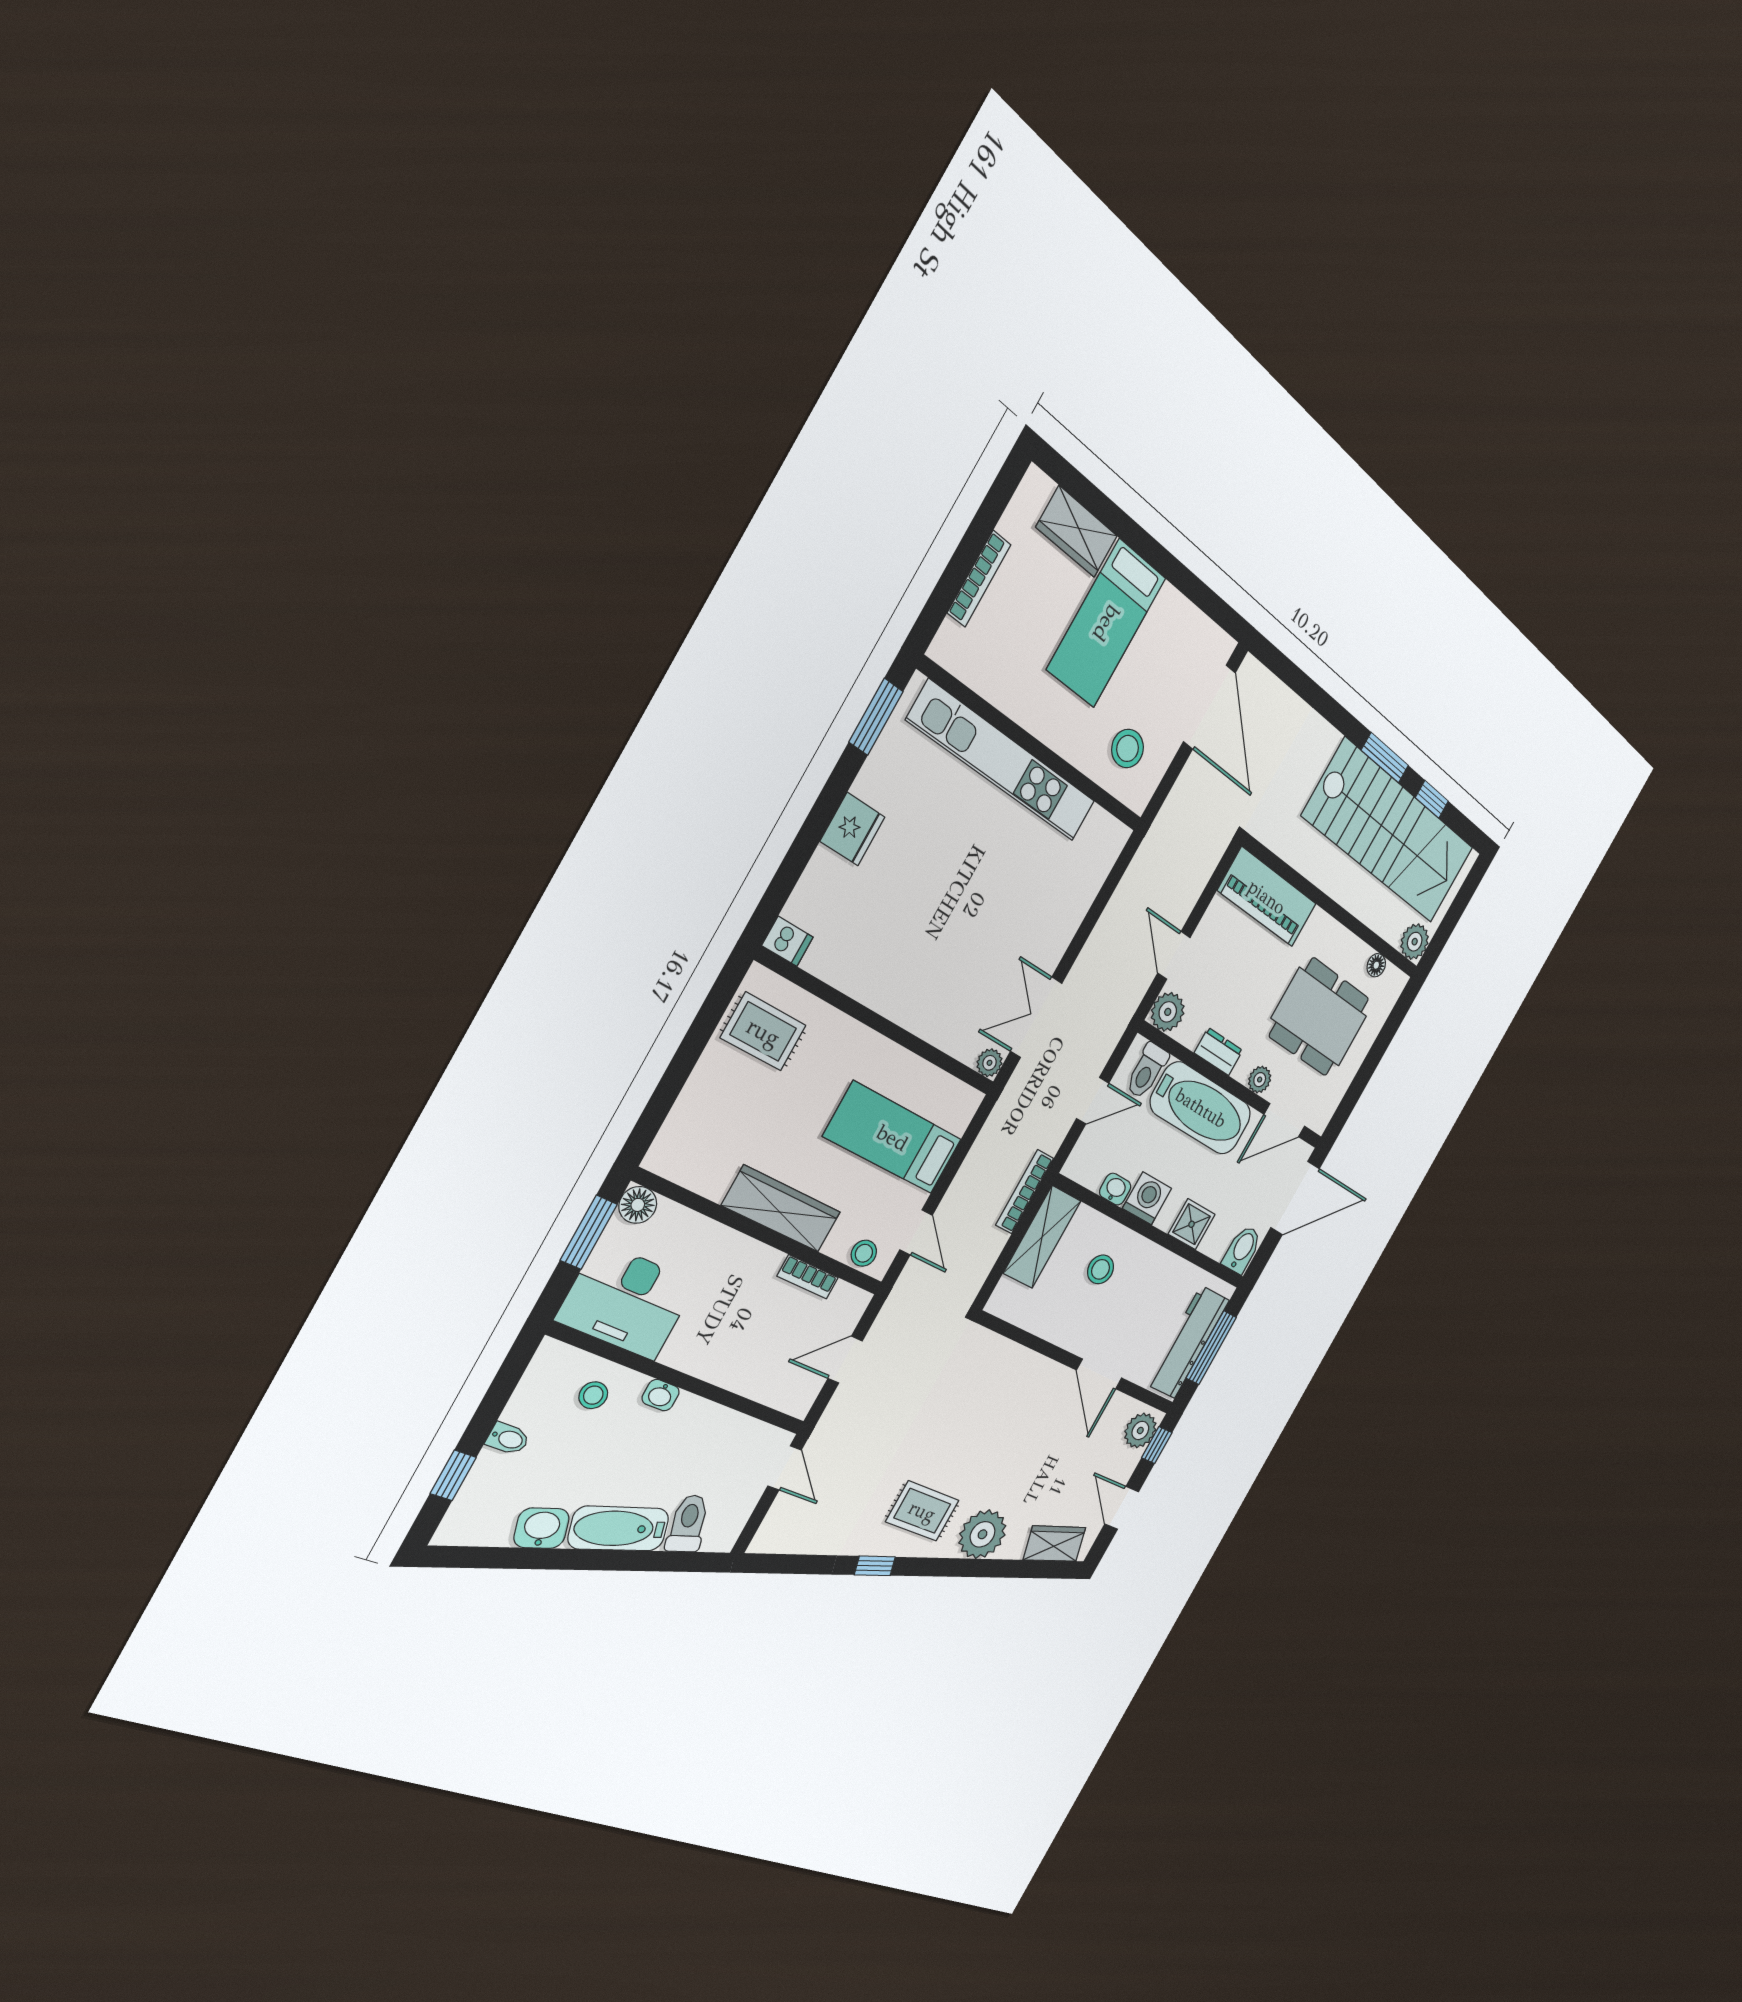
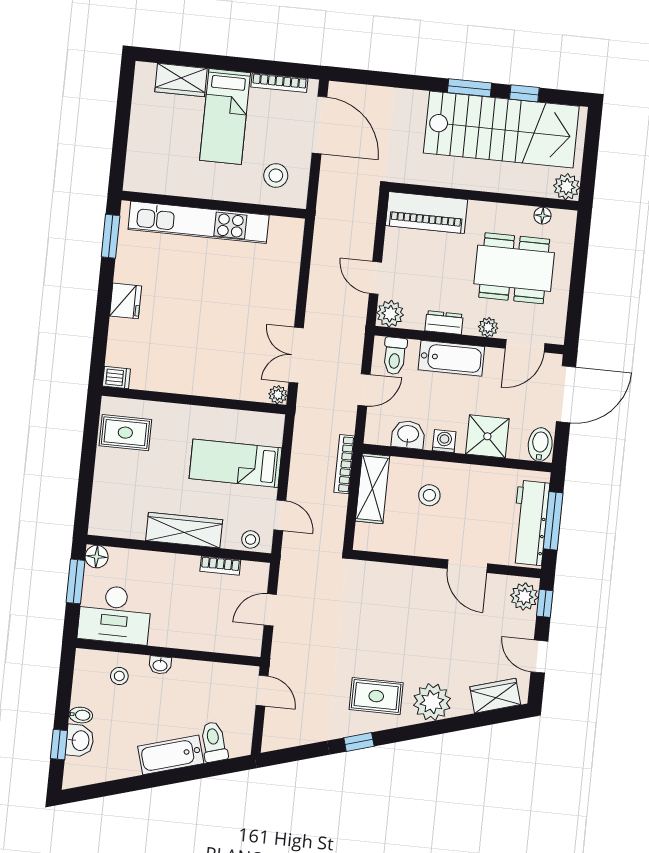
bookcase: (979, 579) -> (279, 83), moved, turned 90
bathtub: (1201, 1108) -> (451, 358), width x0.73, depth x0.73
washbasin: (1115, 1189) -> (408, 435), width x1.38, depth x1.45
washing machine: (1147, 1198) -> (444, 441), width x0.73, depth x0.73
shower: (1192, 1224) -> (487, 436), width x1.36, depth x1.36
washbasin: (542, 1528) -> (80, 741), moved, turned 106

